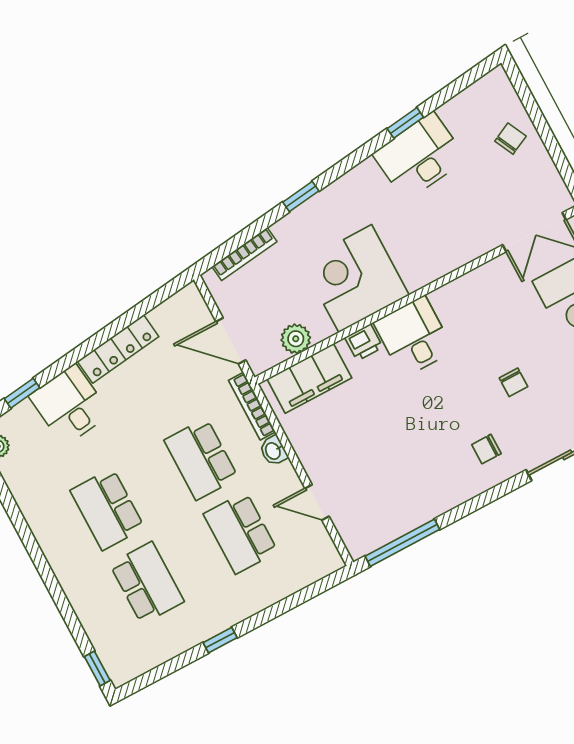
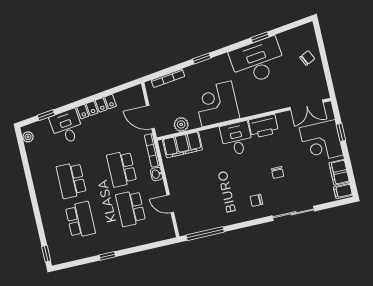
desk: (419, 156) -> (257, 61), width x1.36, depth x1.30
printer: (364, 342) -> (264, 126), moved, width x1.87, depth x1.48

